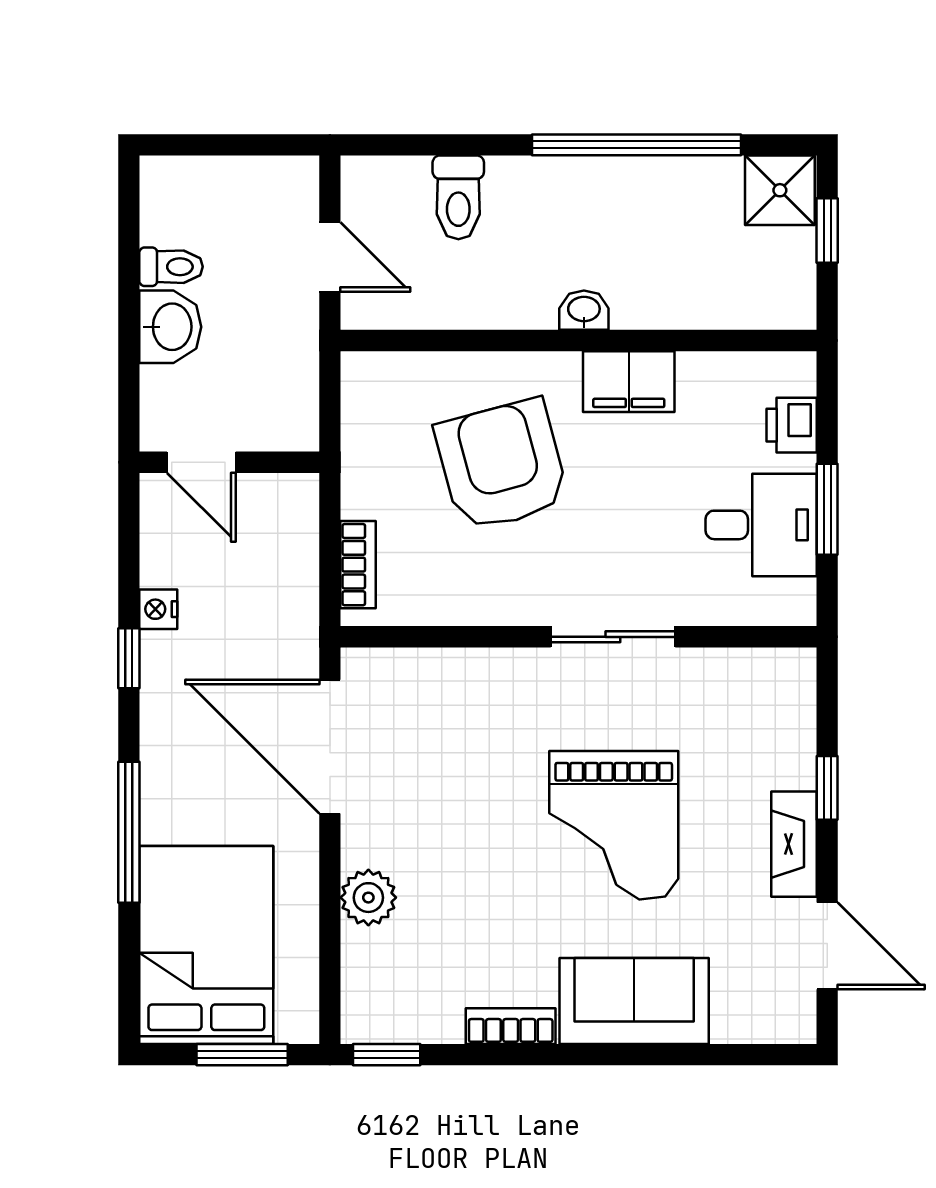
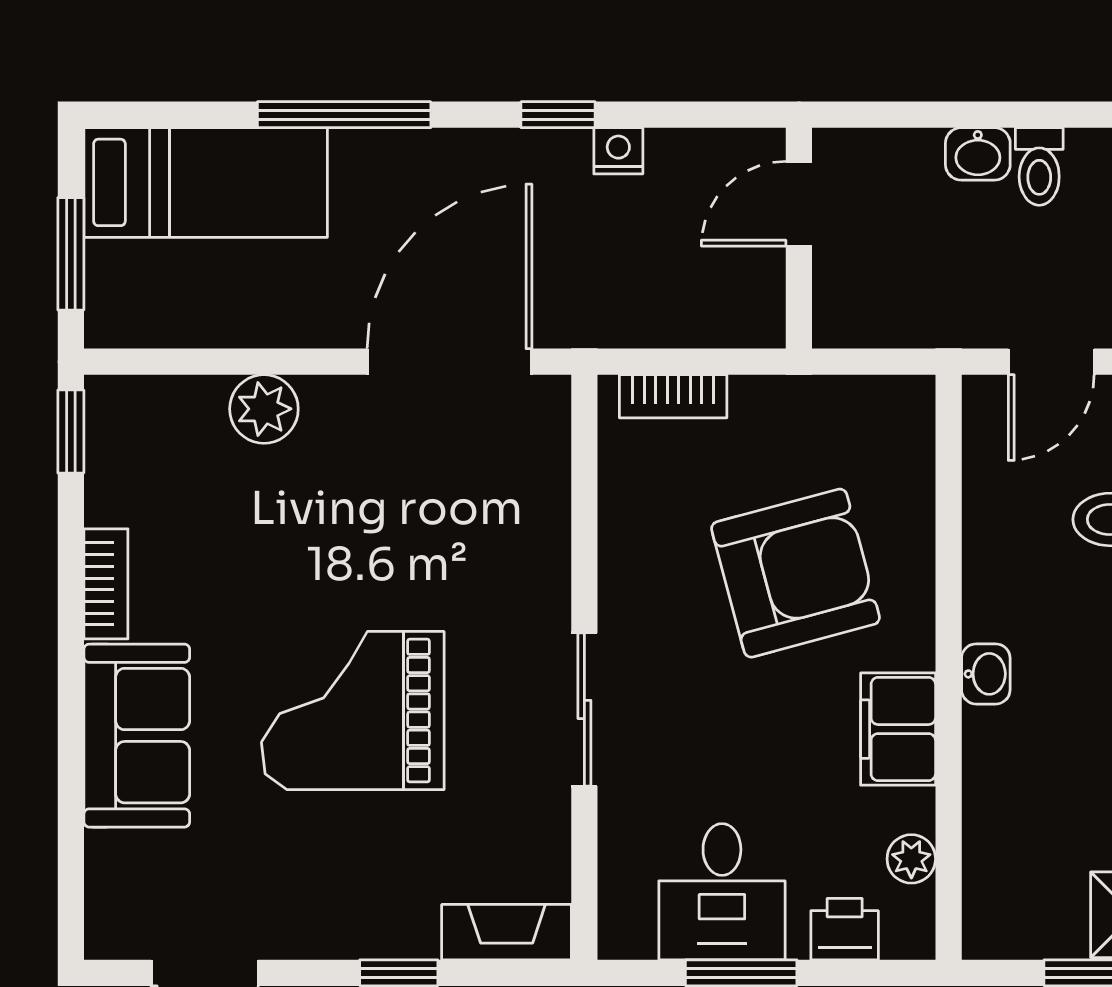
washbasin: (170, 327) -> (978, 154), width x0.72, depth x0.69
plant: (734, 371) -> (911, 859), added
fireplace: (794, 844) -> (507, 932), moved
bed: (206, 945) -> (206, 182), width x0.67

